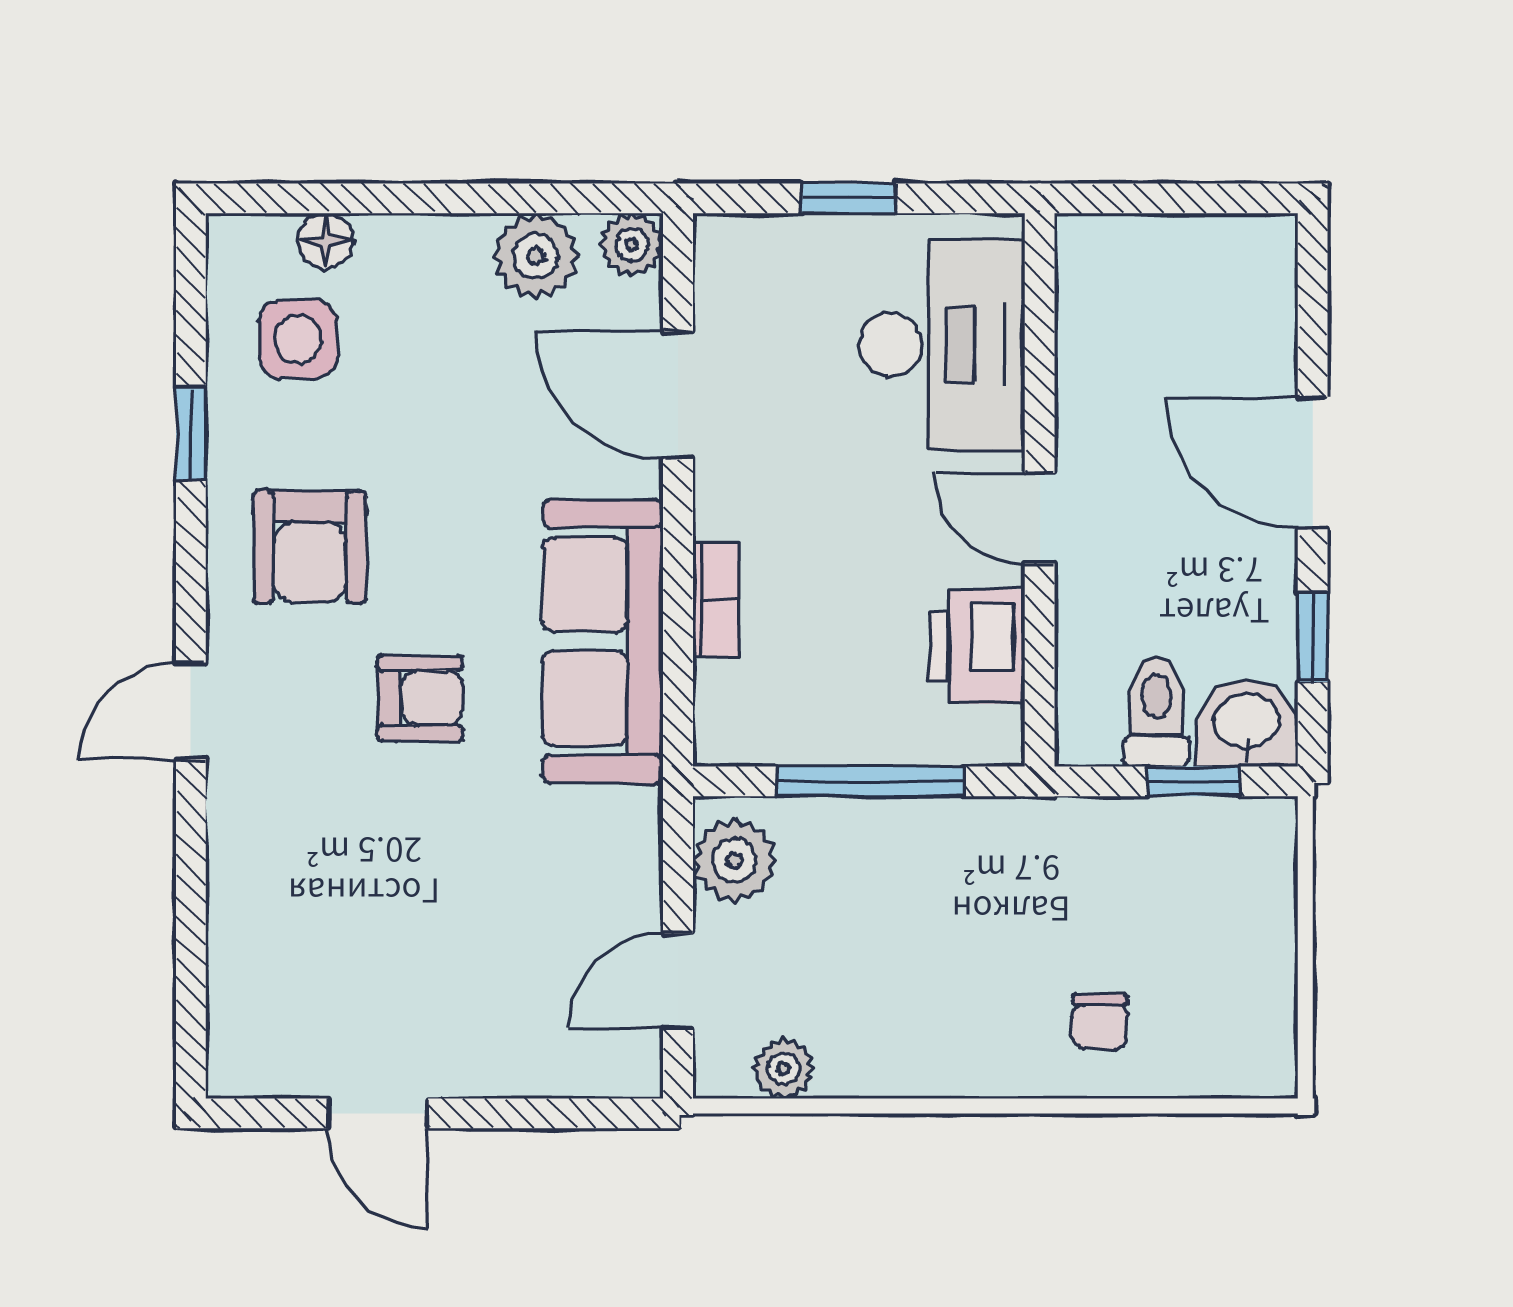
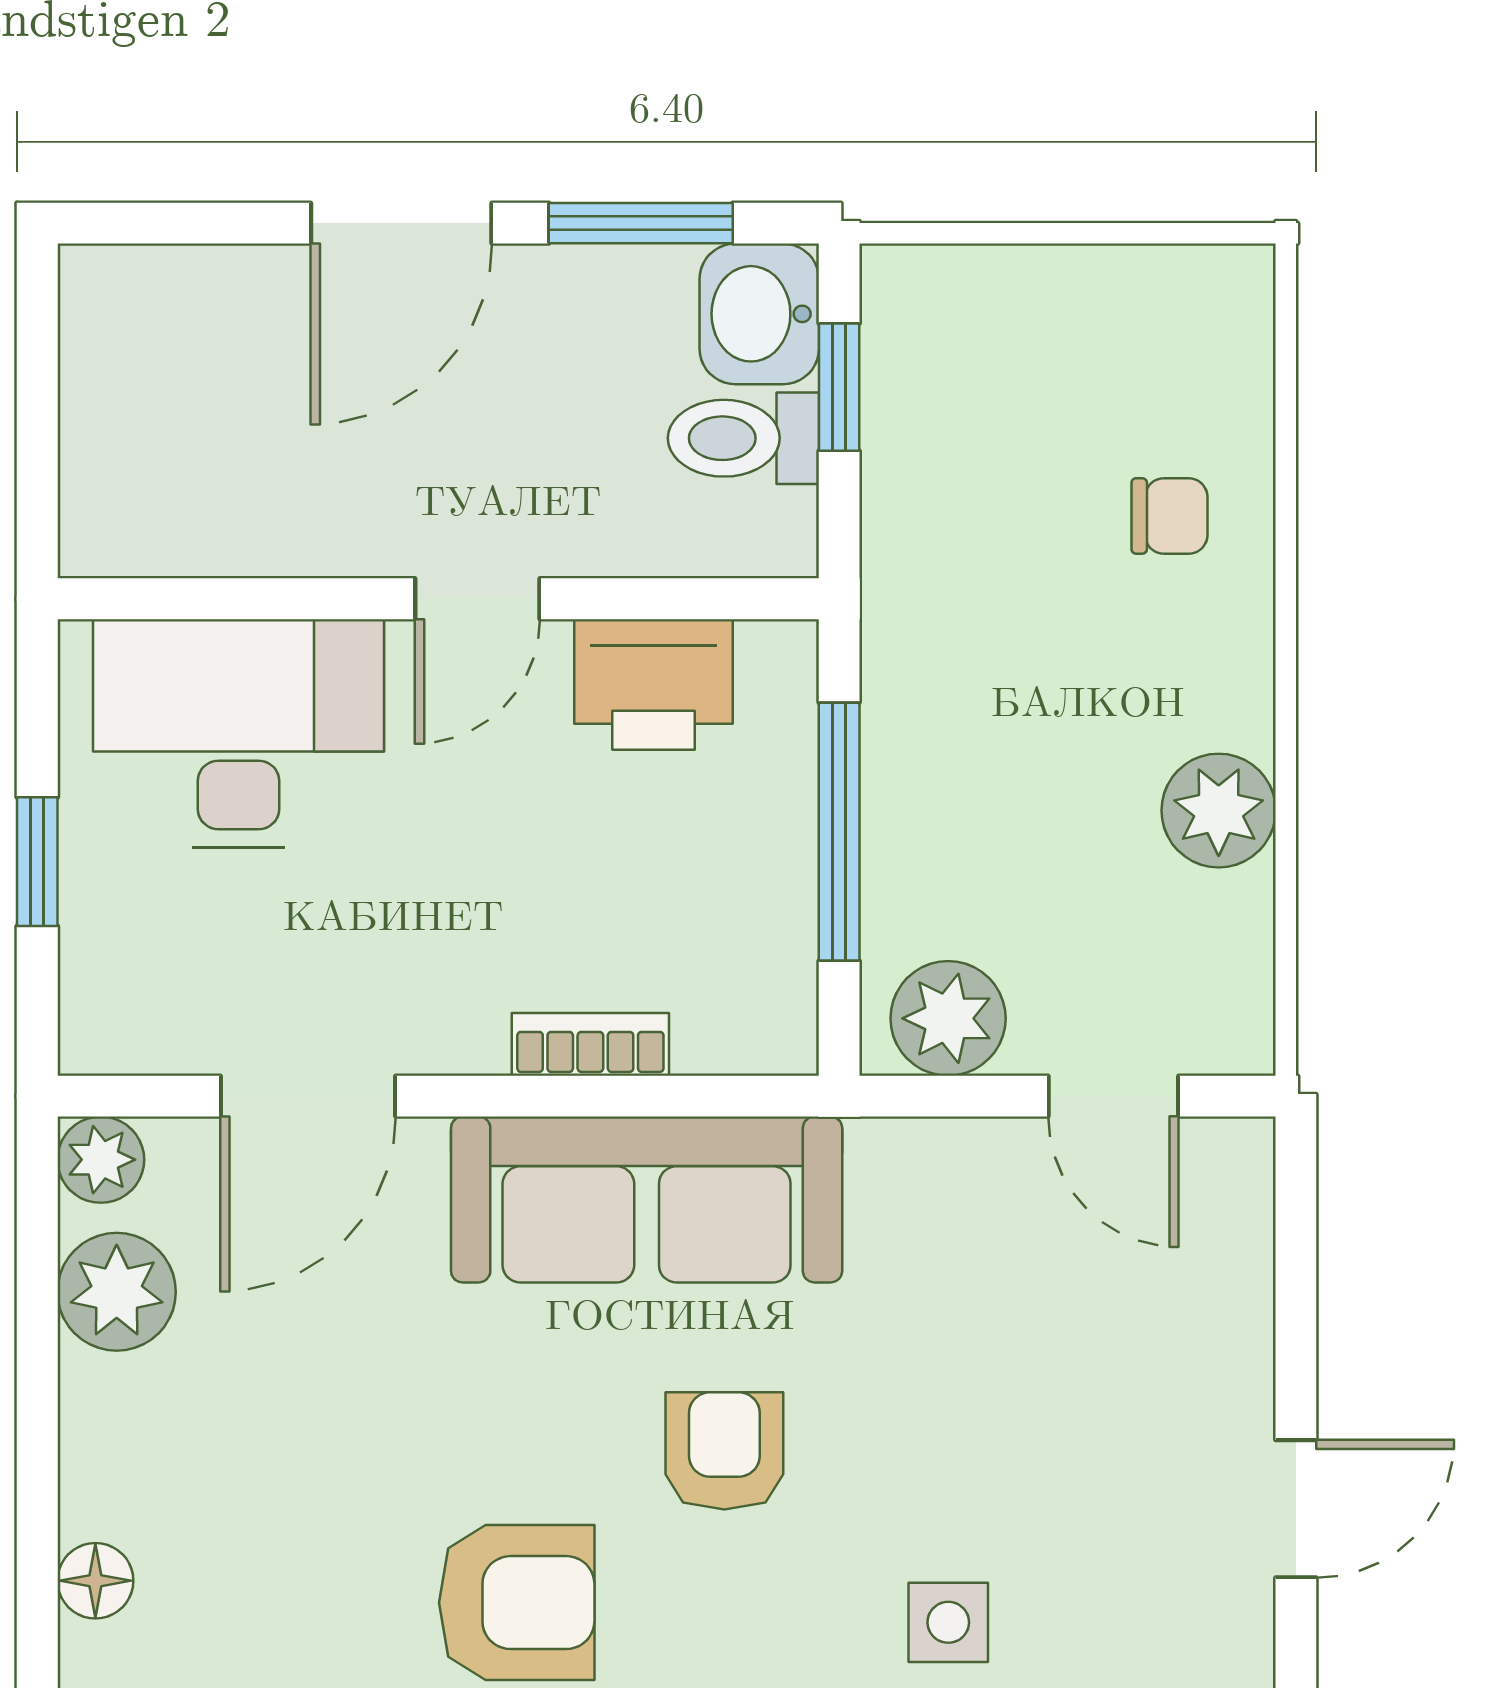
side table: (298, 339) -> (948, 1622), moved, width x0.73, depth x0.73
window: (1313, 637) -> (641, 223), width x1.50
plant: (784, 1068) -> (1219, 811), moved, width x1.38, depth x1.38

